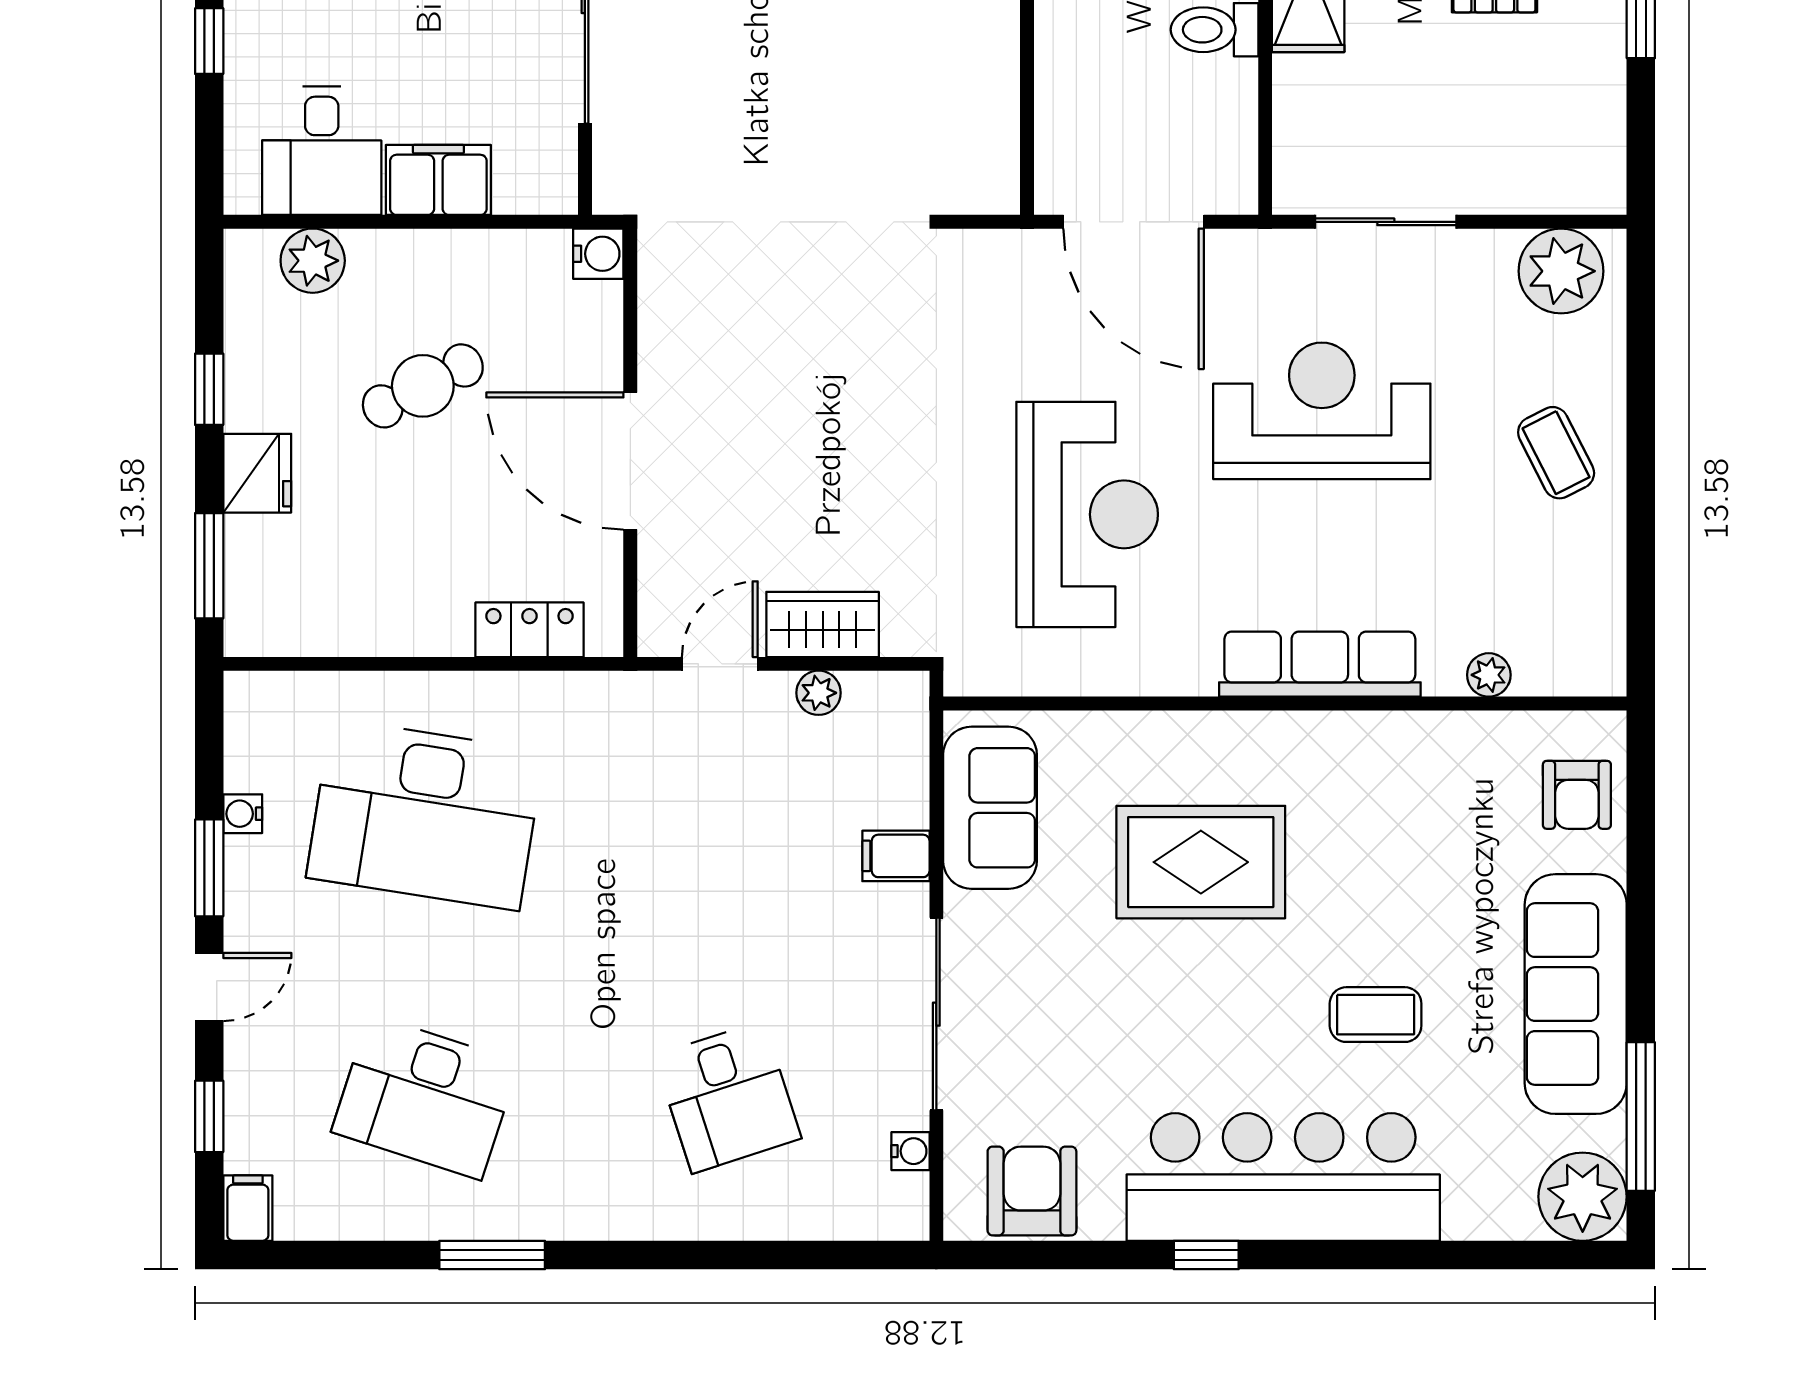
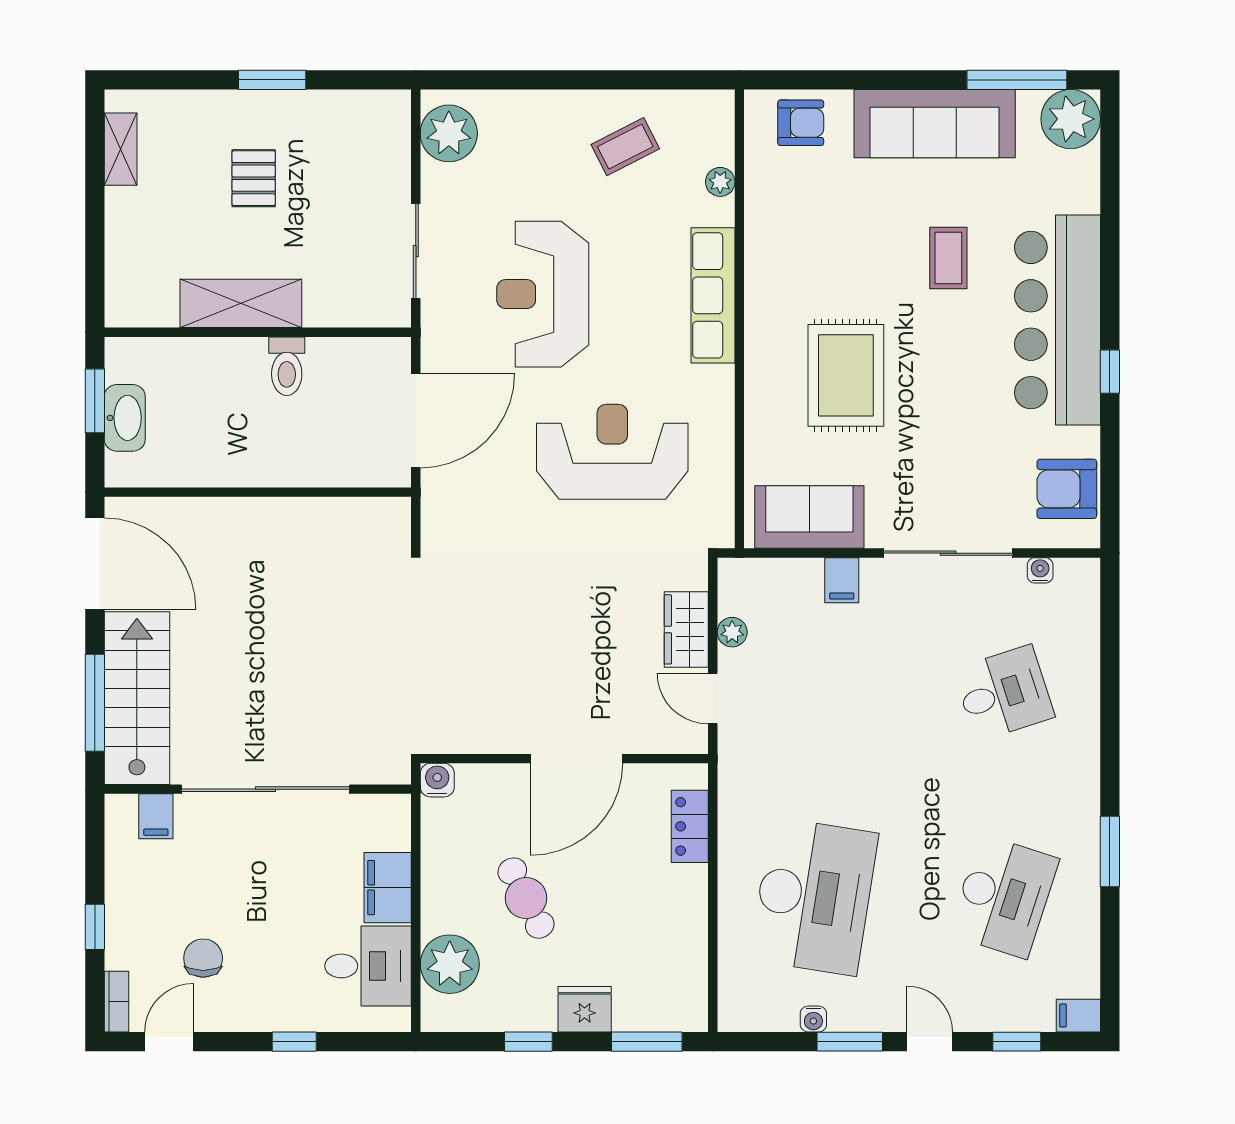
plant: (313, 261) -> (450, 964), width x1.36, depth x1.36
coffee table: (1556, 453) -> (625, 147), moved

